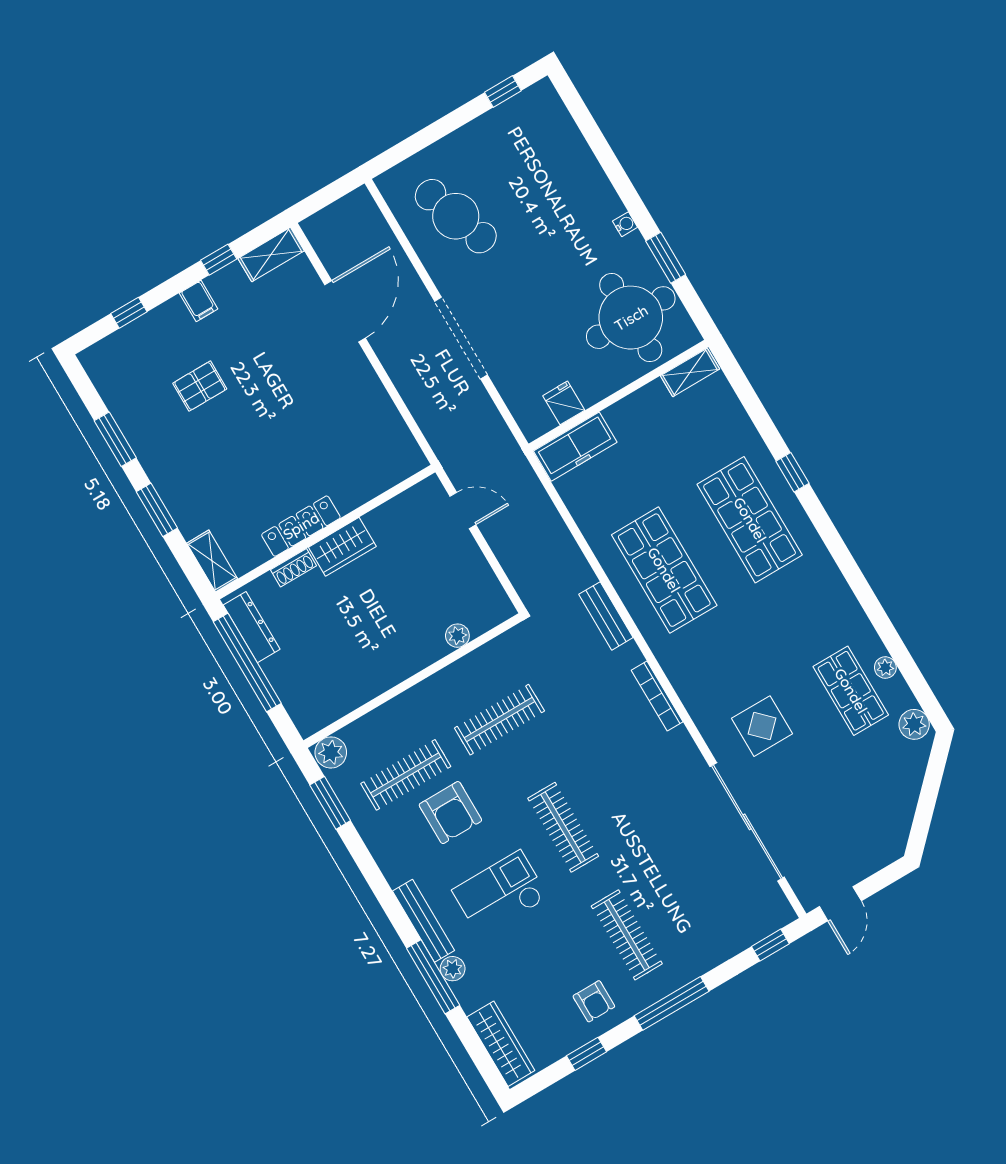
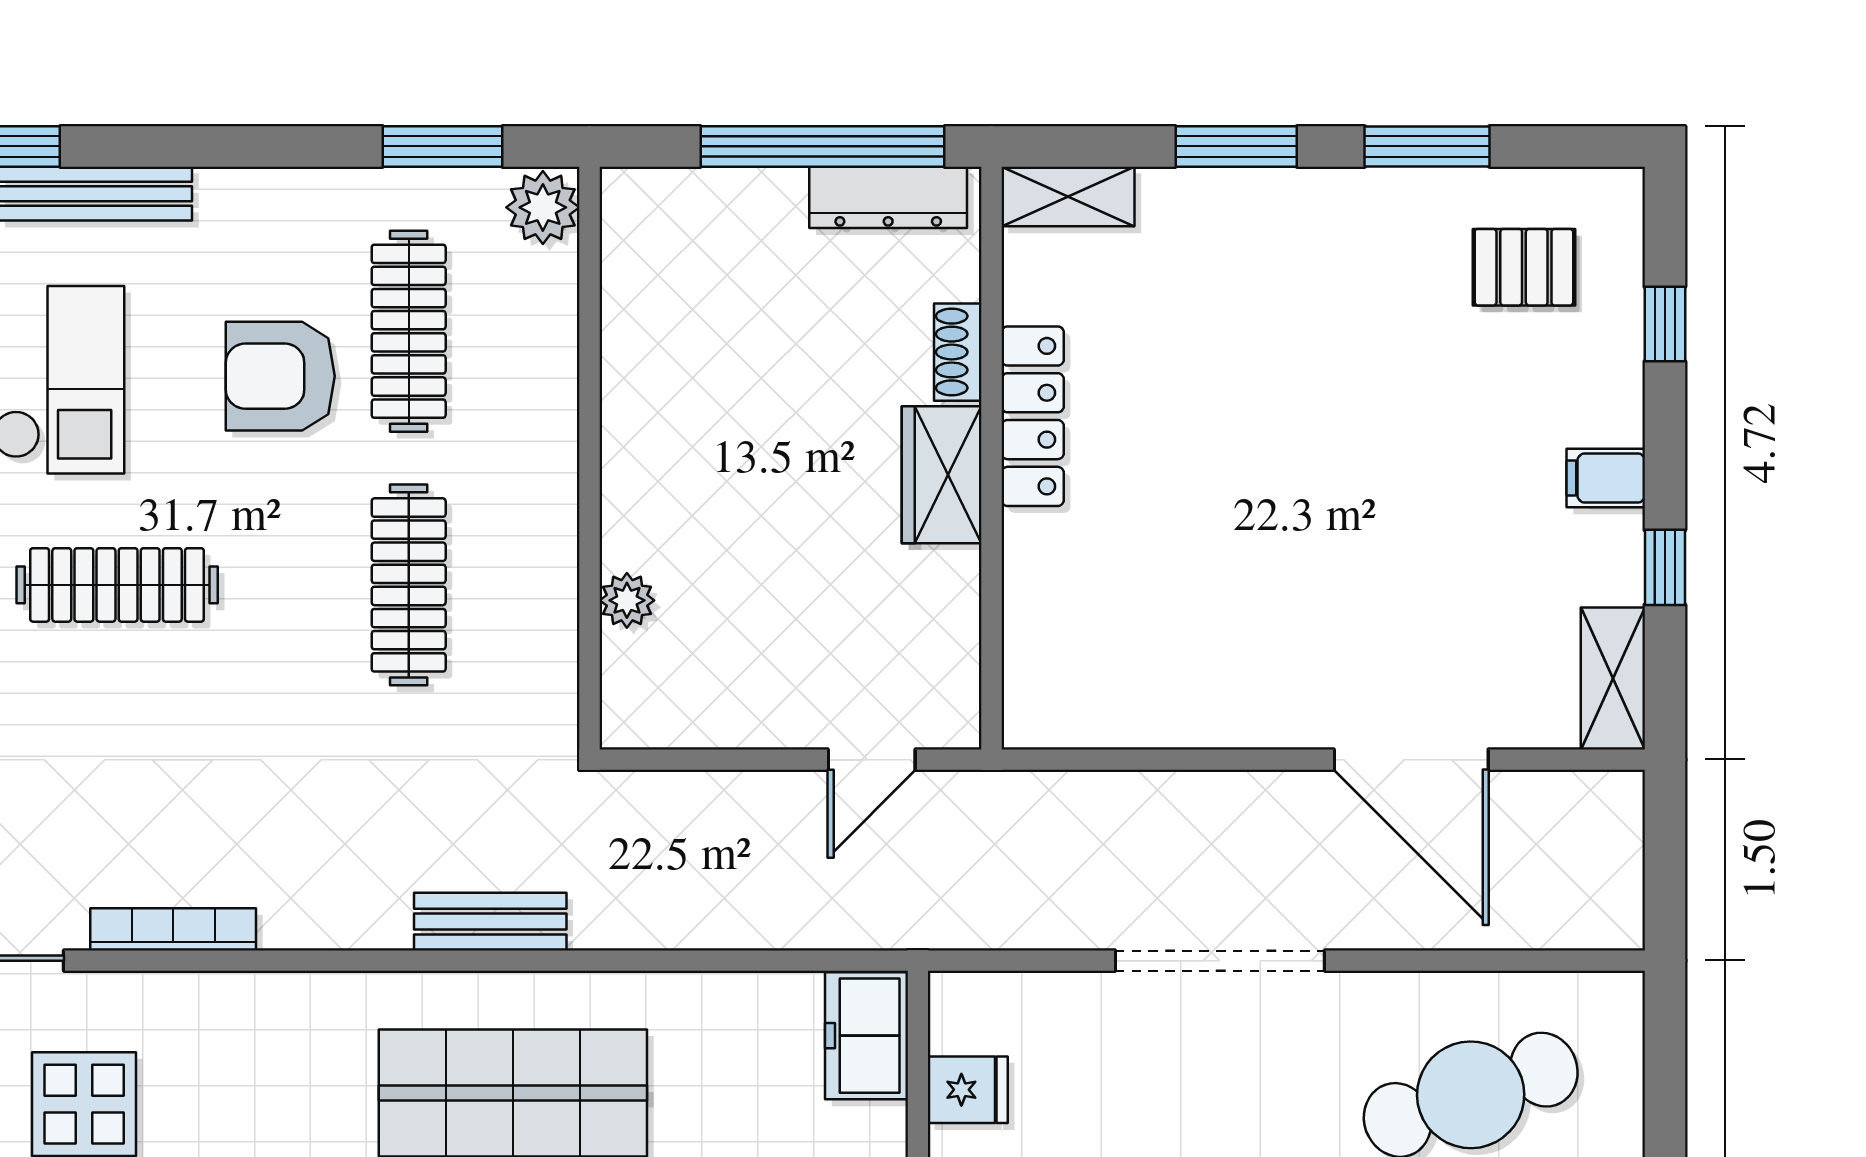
pallet: (200, 386) -> (1524, 267), moved, turned 90
freezer: (575, 447) -> (866, 1036), width x0.71
bookcase: (657, 696) -> (173, 929), moved

